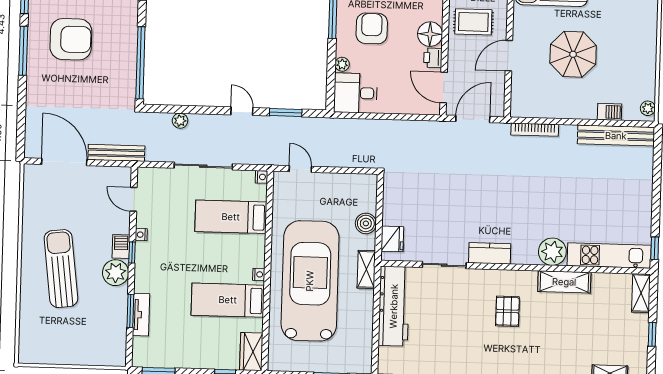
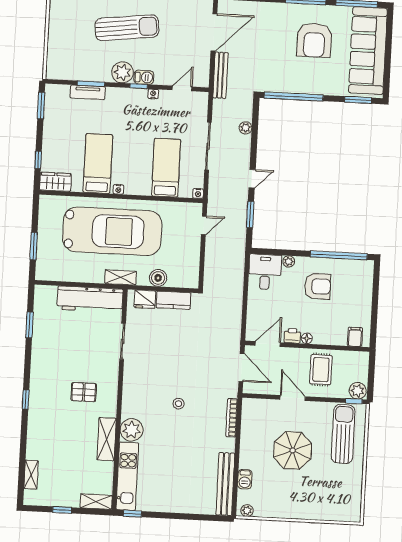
floor lamp: (430, 34) -> (307, 338), width x0.53, depth x0.53
stool: (519, 195) -> (179, 404), added
kitchen counter: (490, 253) -> (173, 300), moved, turned 90

